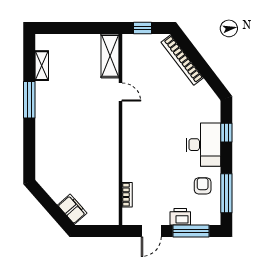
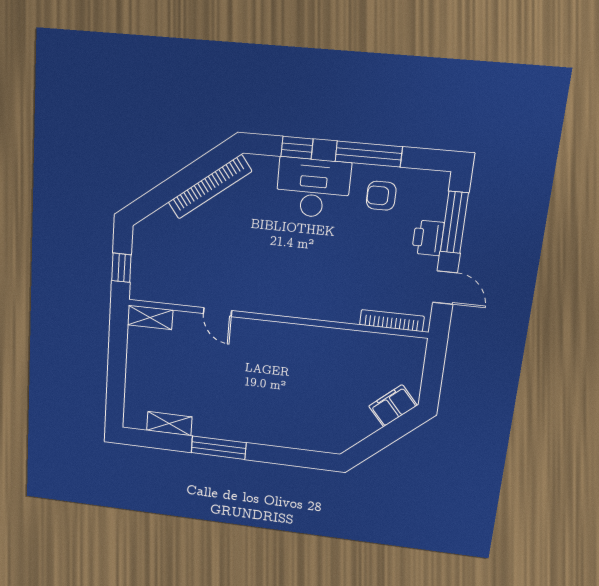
shelving: (110, 56) -> (150, 317), width x0.67, depth x0.75
bookcase: (182, 60) -> (210, 187), moved
door: (120, 92) -> (218, 312), swing flipped
window: (226, 193) -> (369, 154), moved
bookcase: (127, 195) -> (392, 321), width x1.56

